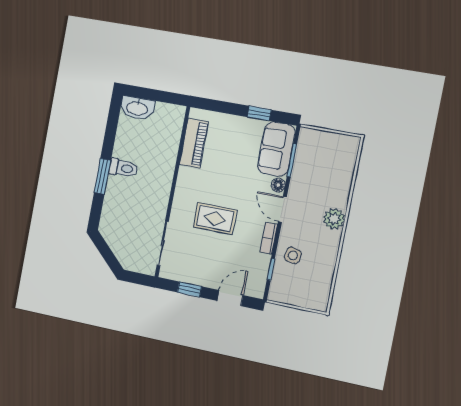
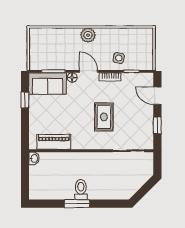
washbasin: (137, 108) -> (34, 158), moved, width x0.52, depth x0.69
window: (102, 176) -> (77, 204), moved
door: (282, 209) -> (88, 71), swing flipped

